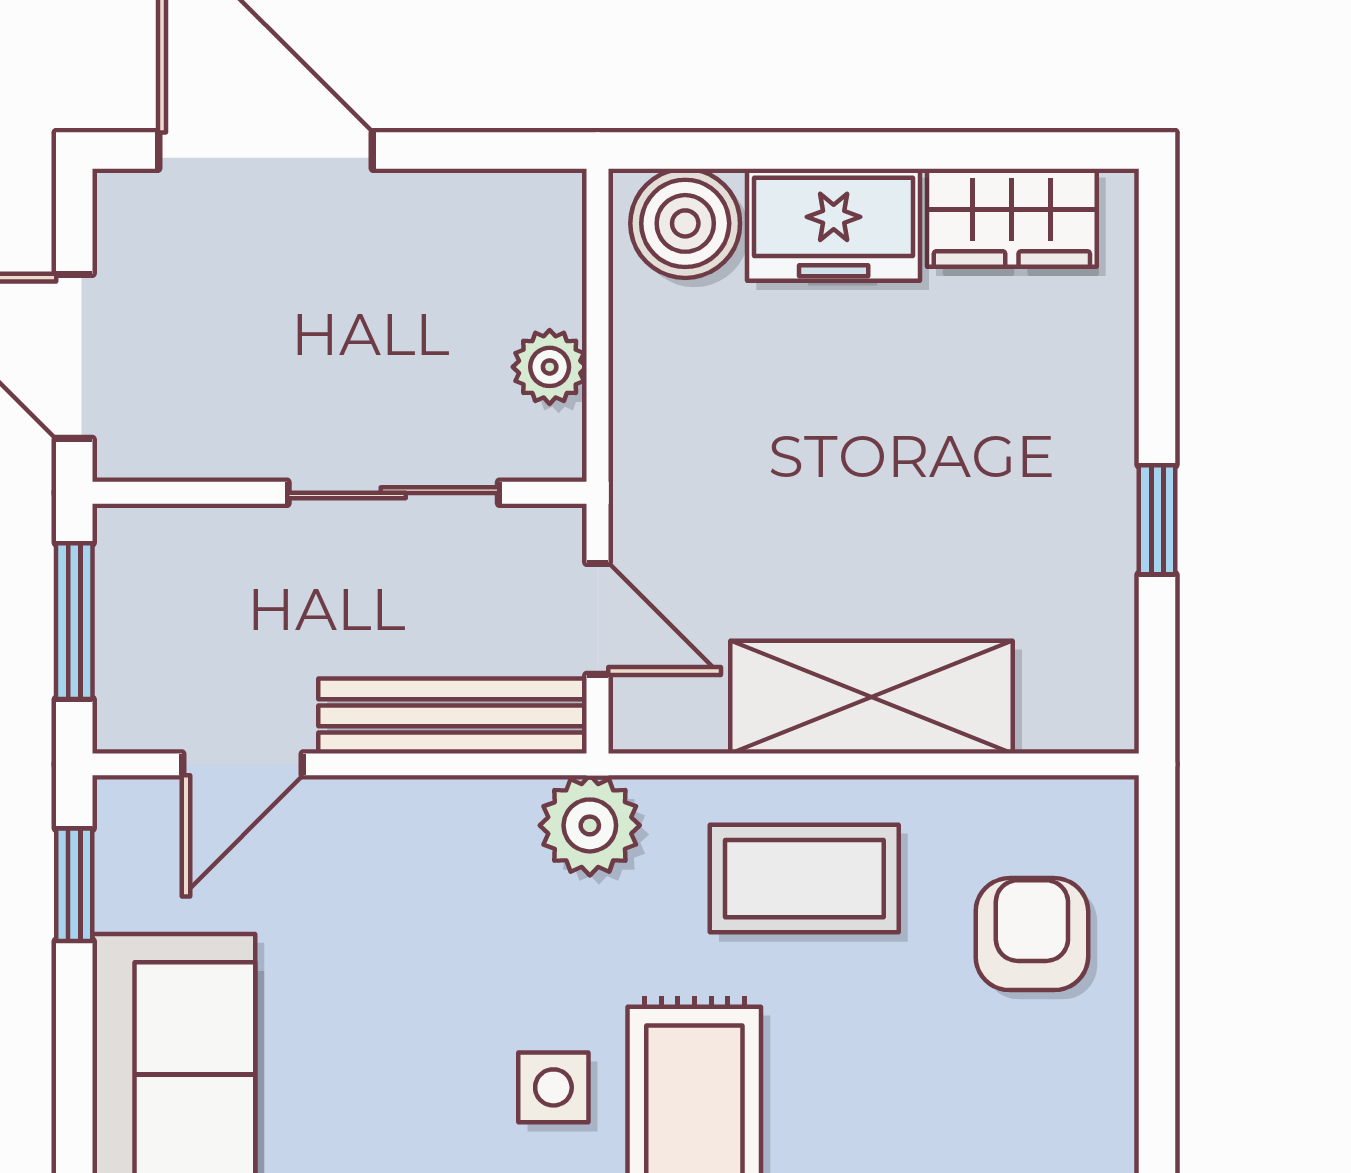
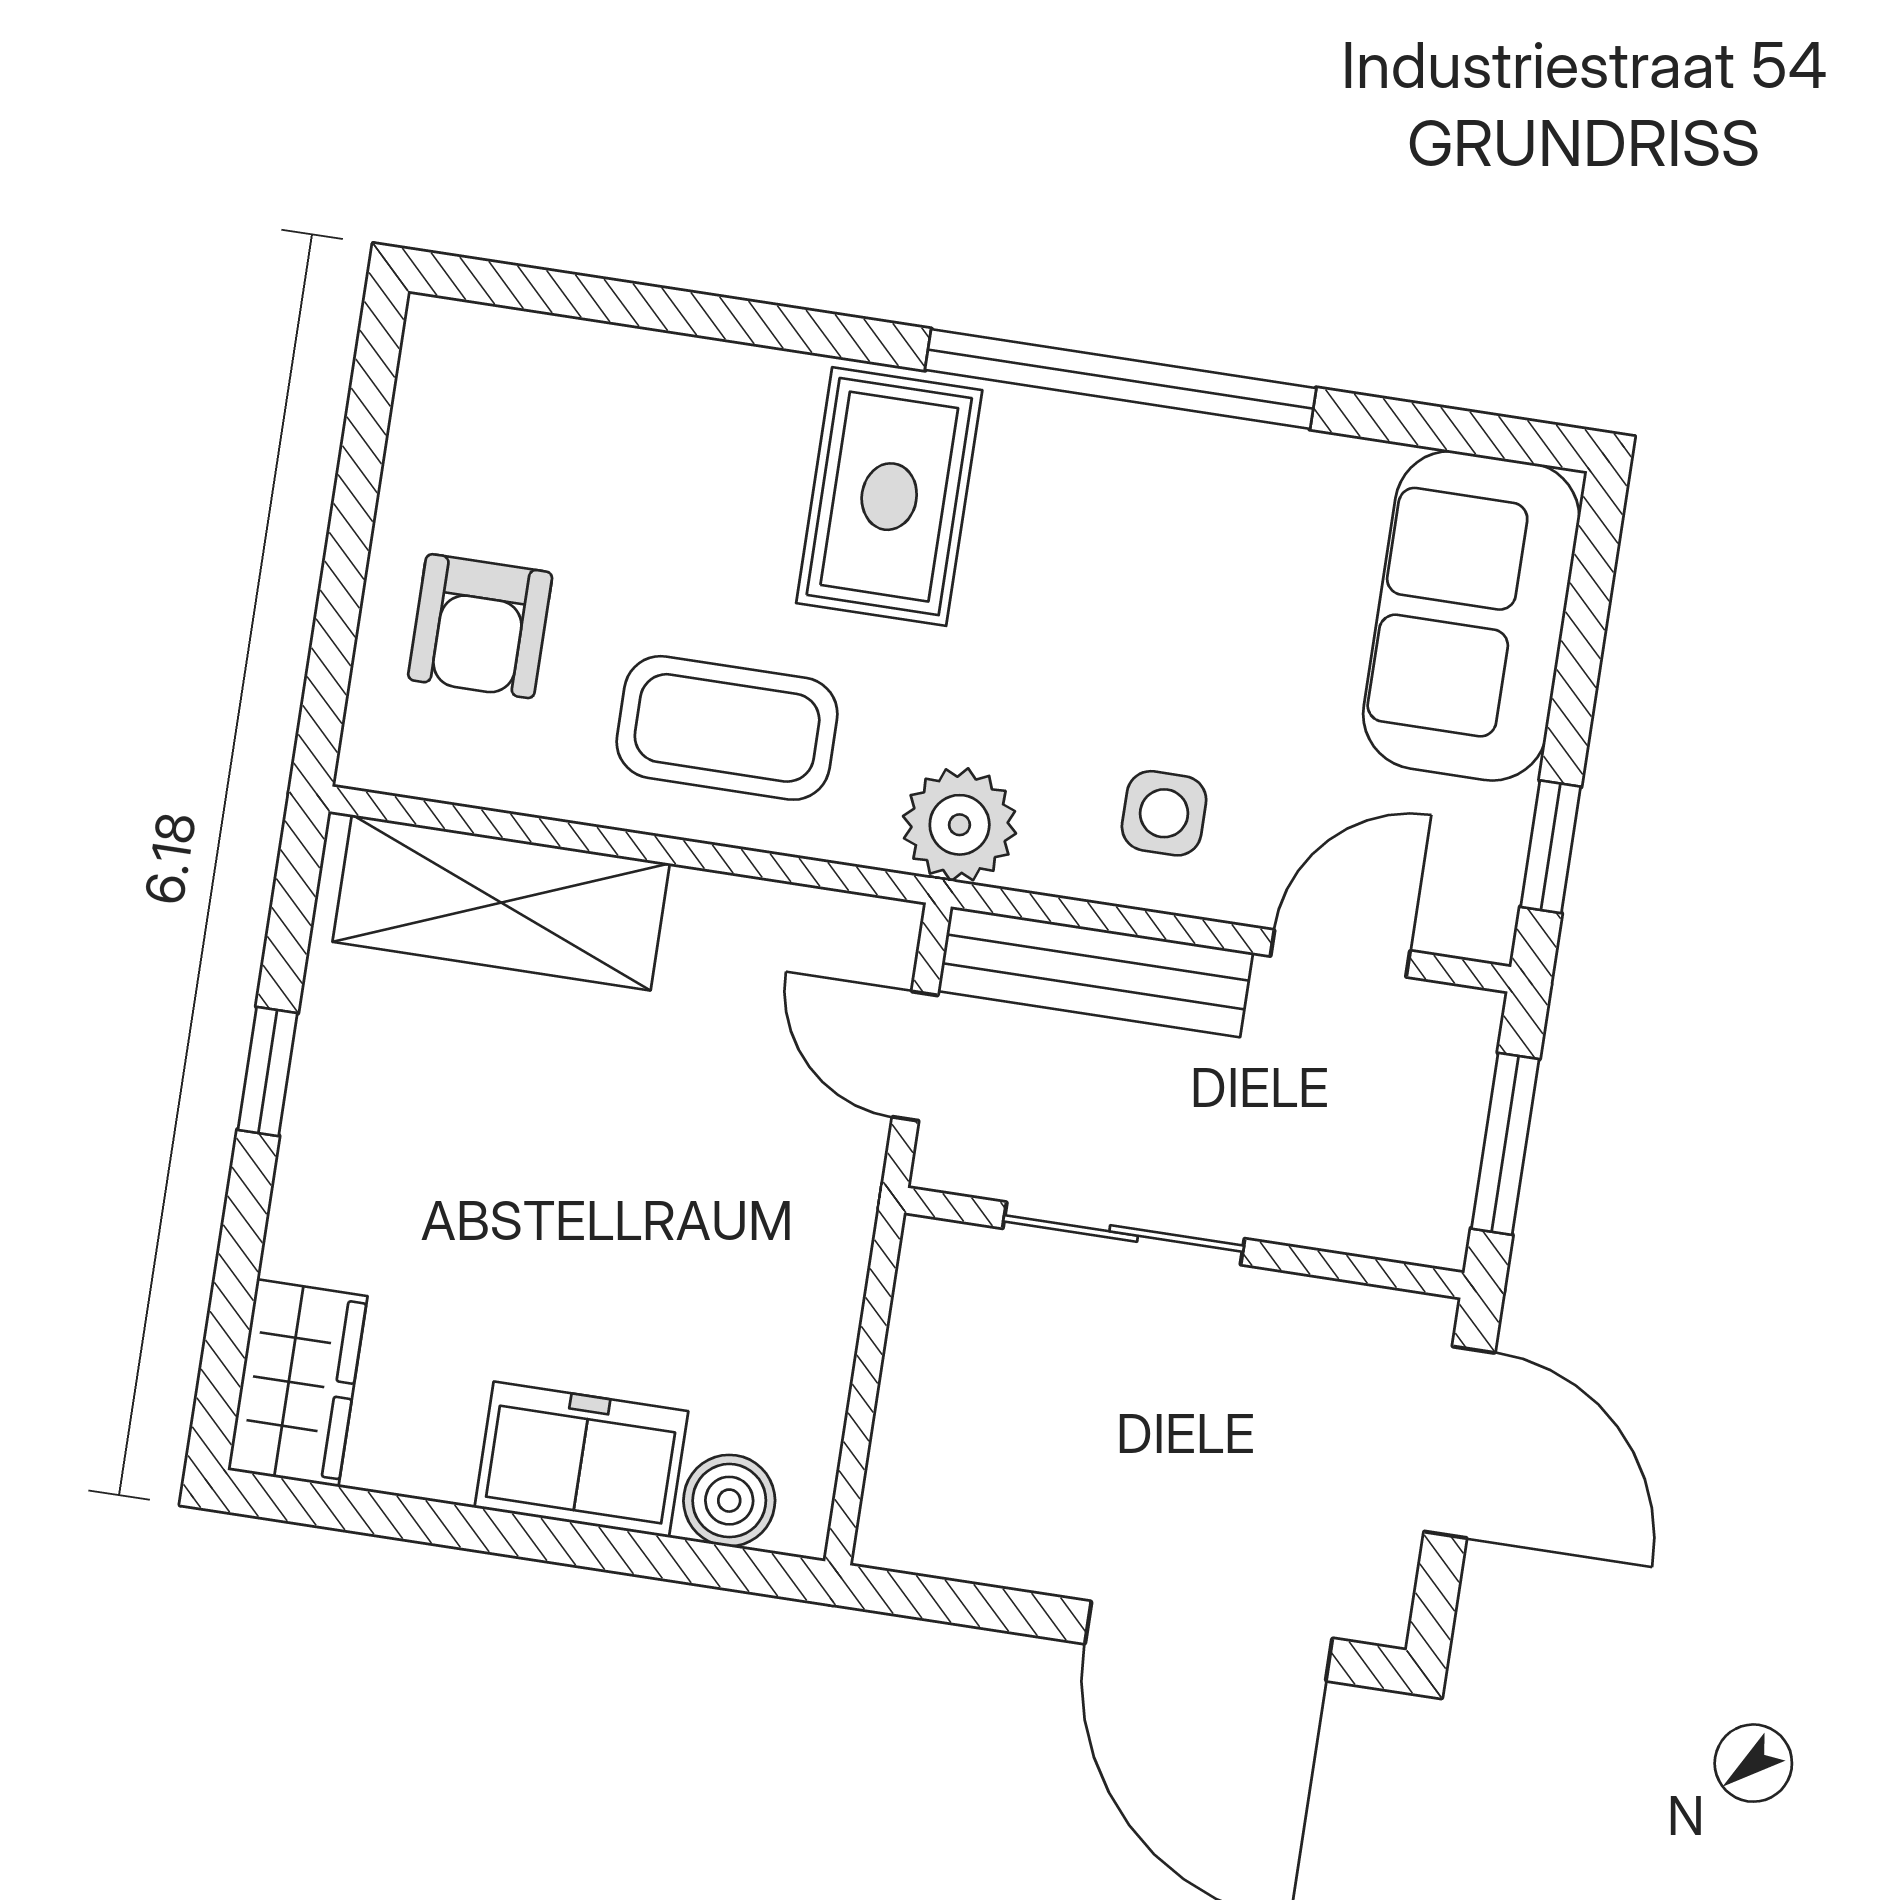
wardrobe: (1012, 218) -> (298, 1383), moved, turned 90
boiler: (685, 223) -> (729, 1501), width x0.73, depth x0.73
plant: (550, 367) -> (926, 1348), removed
shelving: (872, 697) -> (501, 903), moved
side table: (553, 1087) -> (1164, 813), moved

